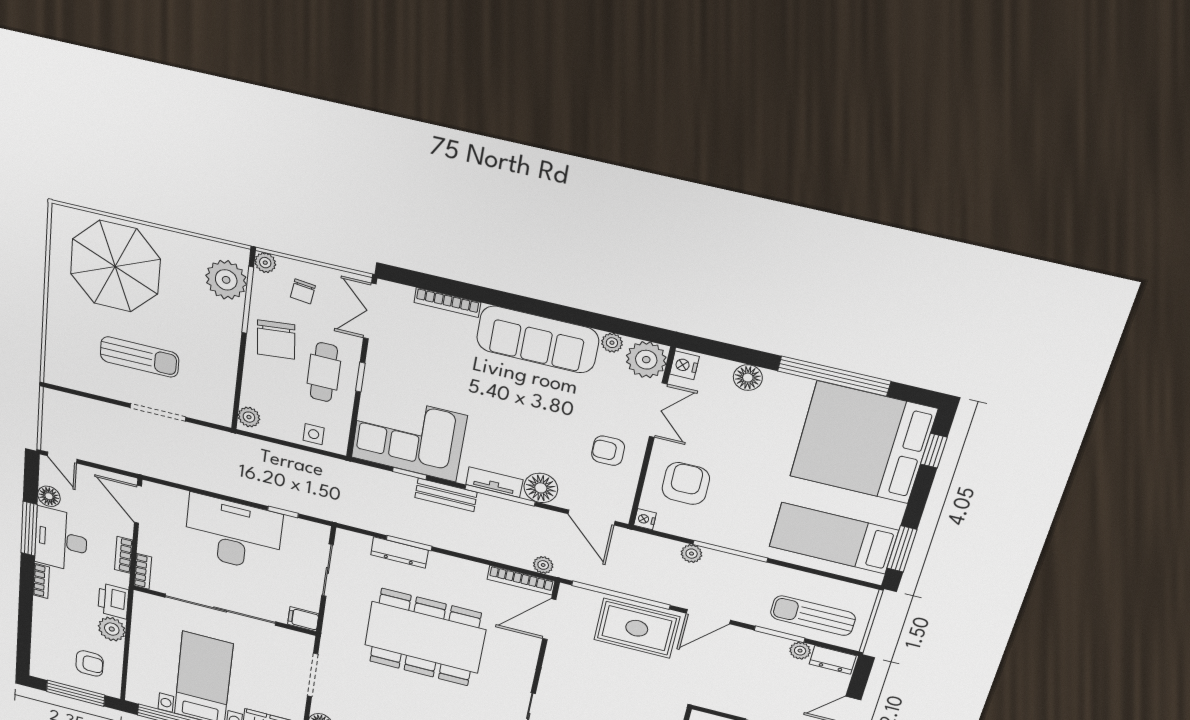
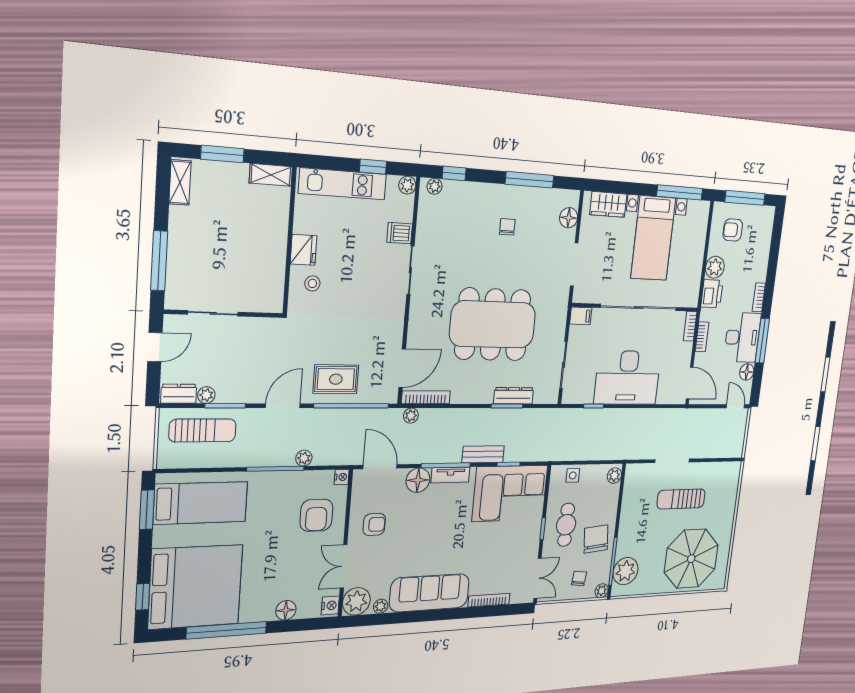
rug: (637, 628) -> (336, 379), width x0.73, depth x0.70

